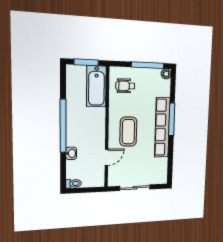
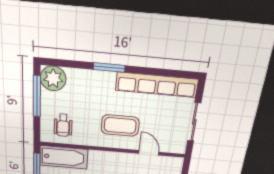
plant: (166, 74) -> (53, 78), width x1.88, depth x1.88
window: (172, 119) -> (109, 67), width x0.69
row of seats: (162, 127) -> (157, 85), moved

